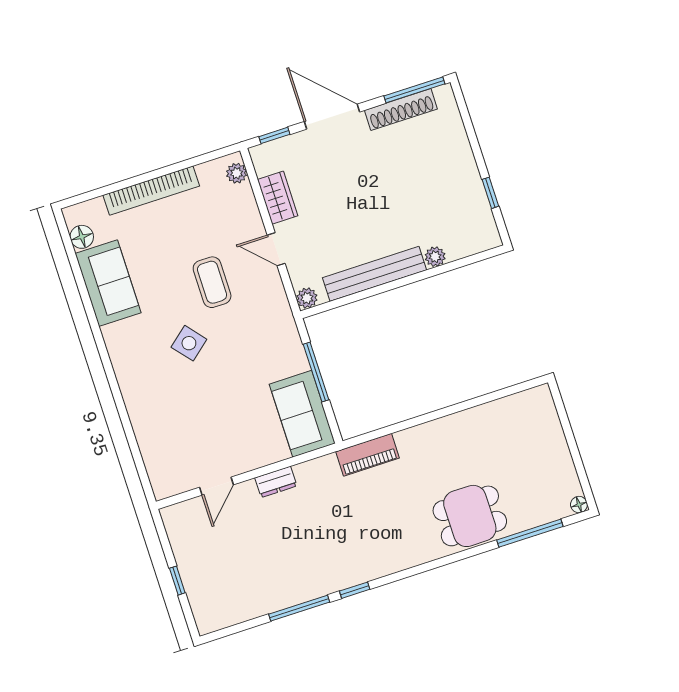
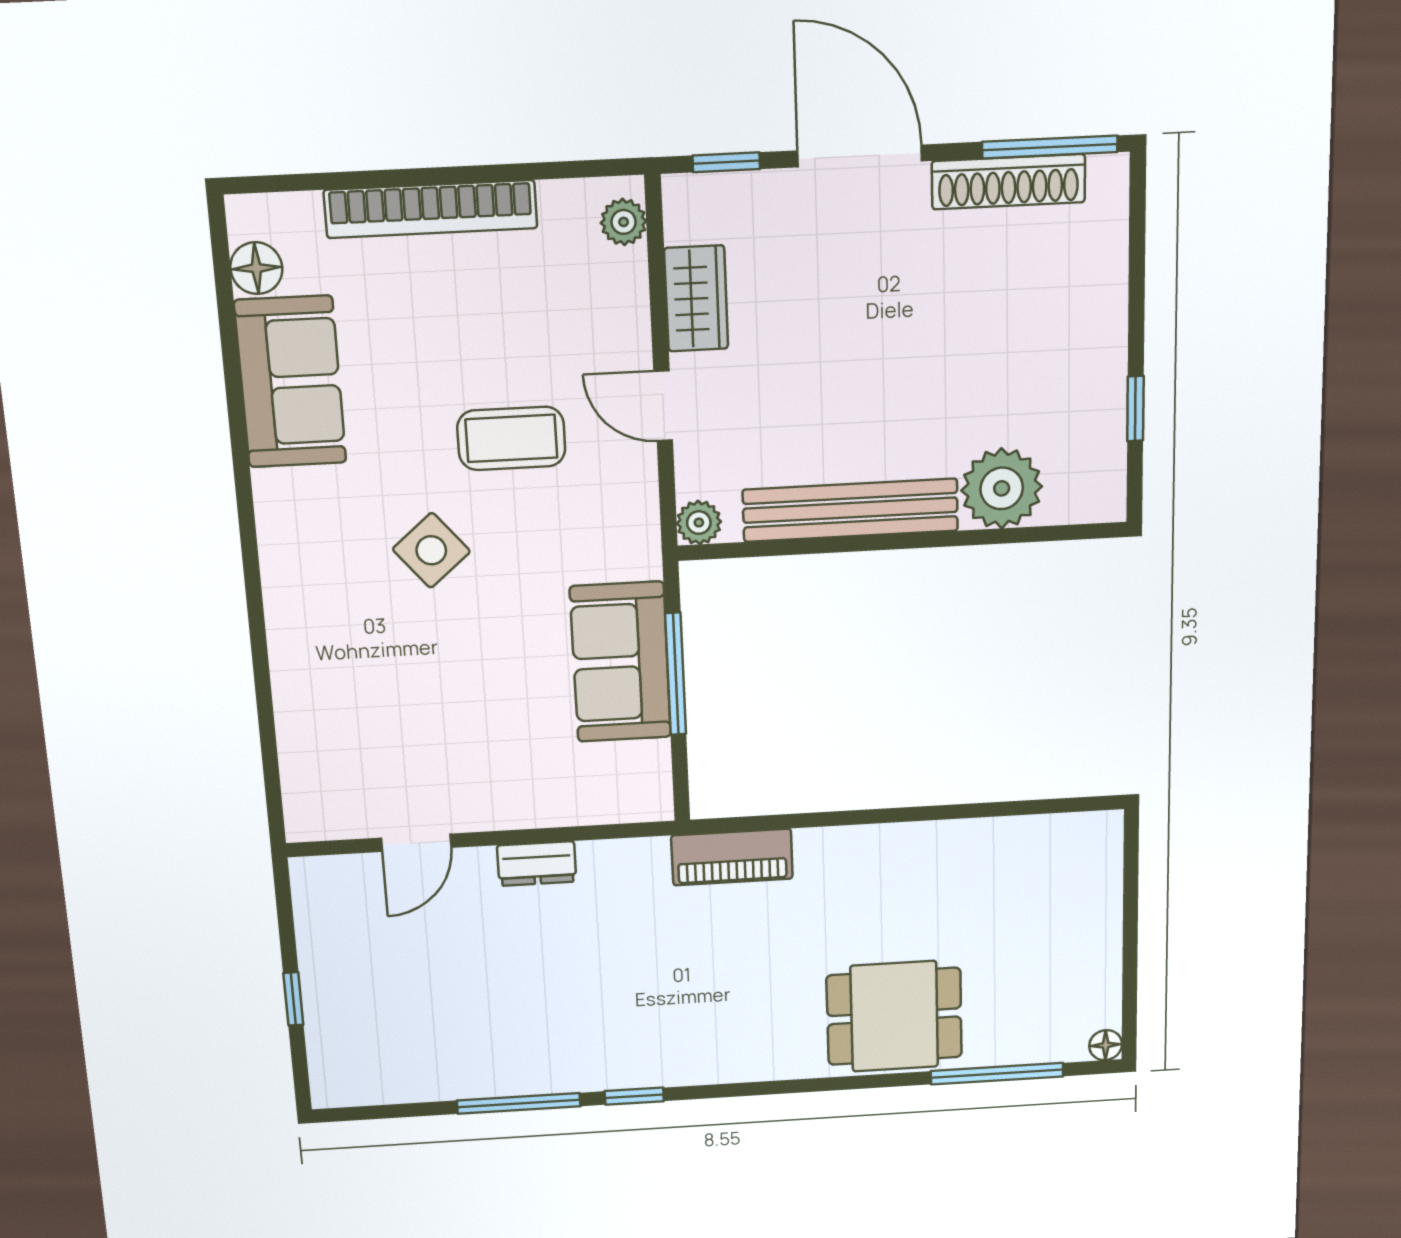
plant: (435, 257) -> (1002, 488), width x1.87, depth x1.87
coffee table: (212, 282) -> (511, 438), turned 90
sofa: (302, 414) -> (621, 662), moved

